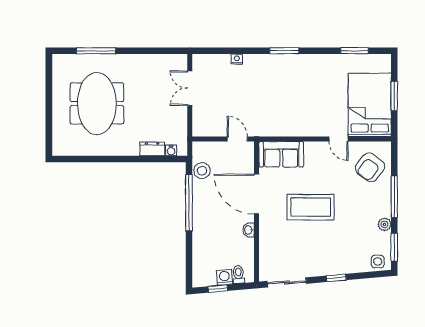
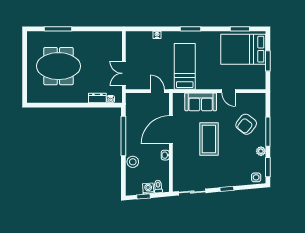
double door: (190, 88) -> (124, 73), moved
meeting table: (97, 103) -> (58, 66), turned 90
bed: (276, 104) -> (185, 66), added
bed: (370, 105) -> (243, 49), moved, turned -90
sofa: (281, 154) -> (201, 102), moved
armchair: (370, 167) -> (246, 124), moved
stool: (202, 171) -> (133, 162), moved
door: (257, 194) -> (171, 130), hinge flipped
coffee table: (311, 207) -> (209, 139), turned 90

